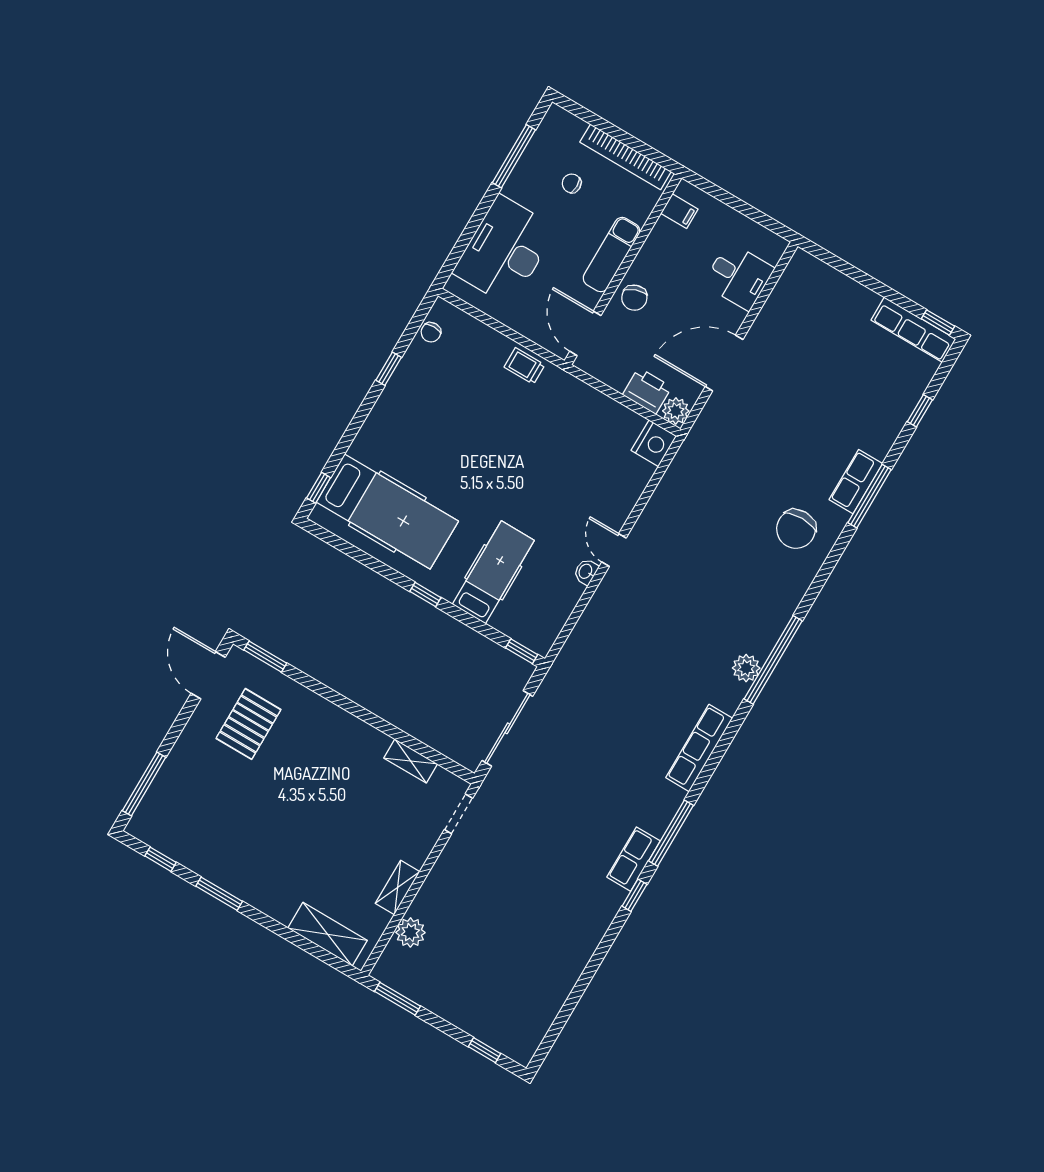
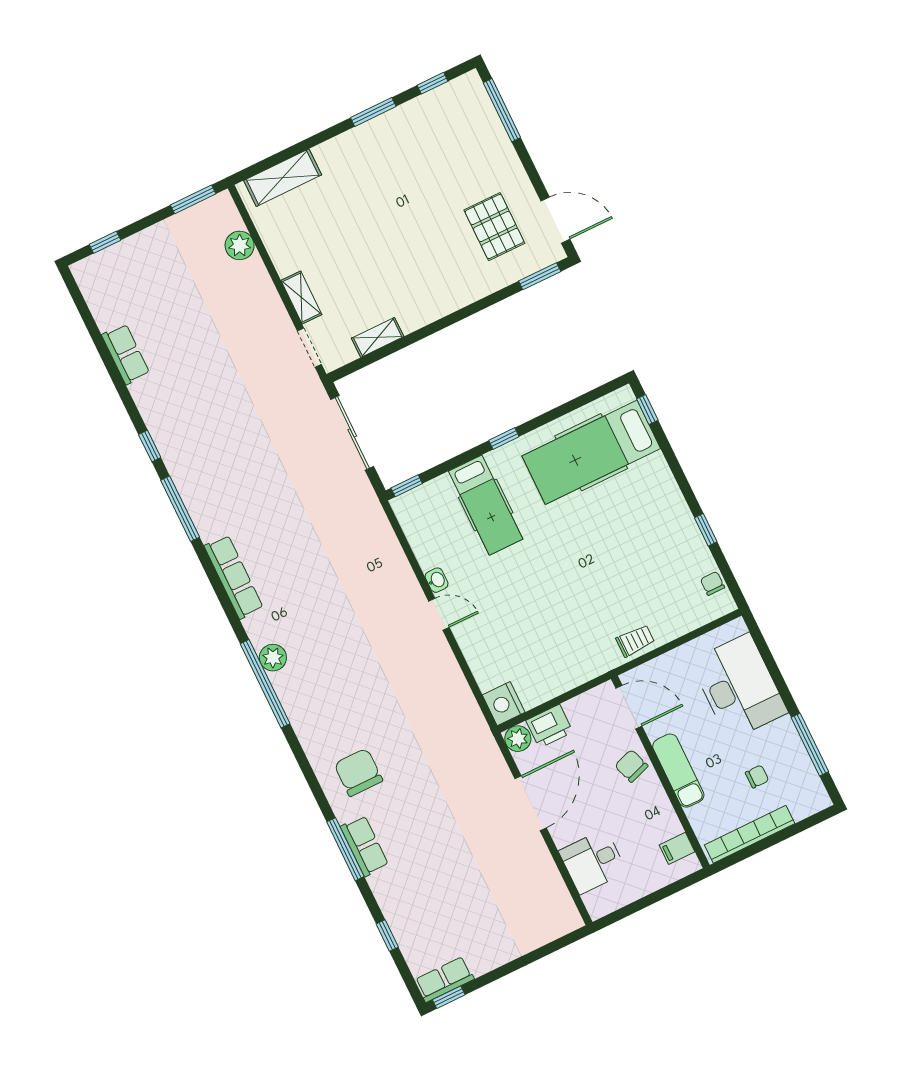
row of seats: (913, 330) -> (444, 979), width x0.68
row of seats: (634, 859) -> (126, 354), moved
shelving: (398, 888) -> (301, 298), moved

